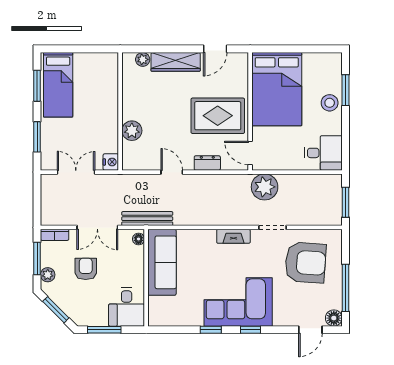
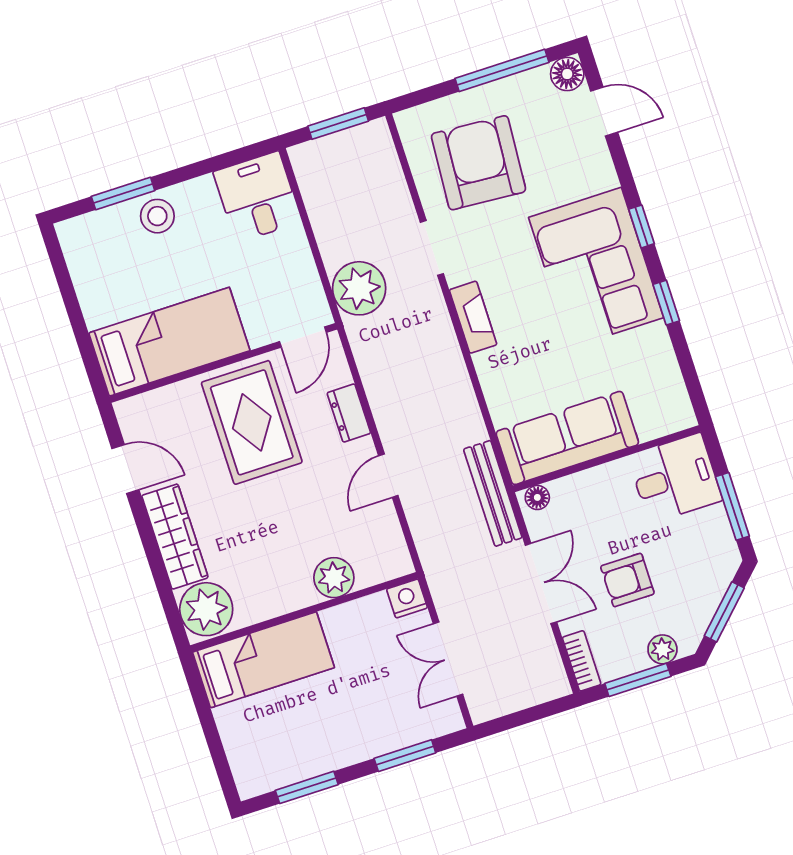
plant: (143, 59) -> (206, 609), width x1.88, depth x1.88
bed: (58, 85) -> (263, 660), moved
bed: (277, 89) -> (169, 342), width x0.67

